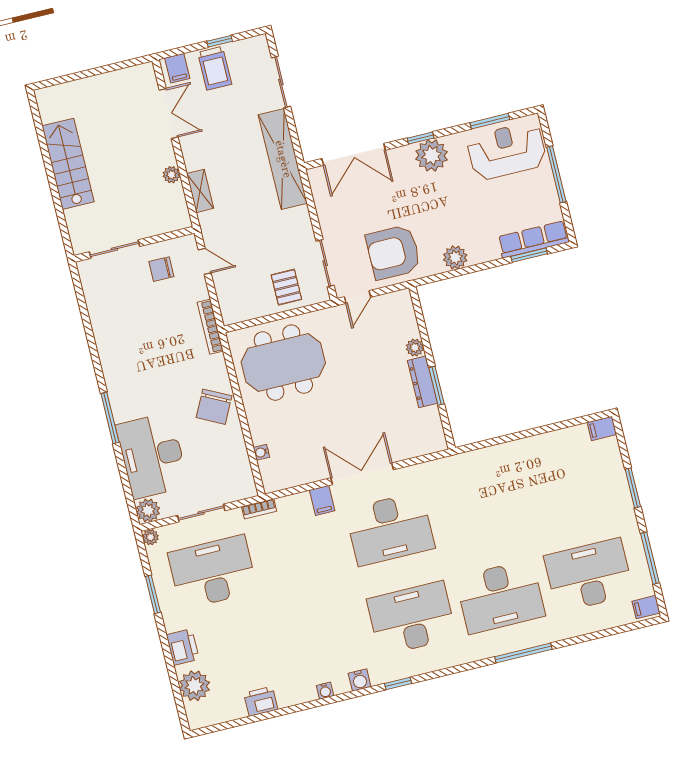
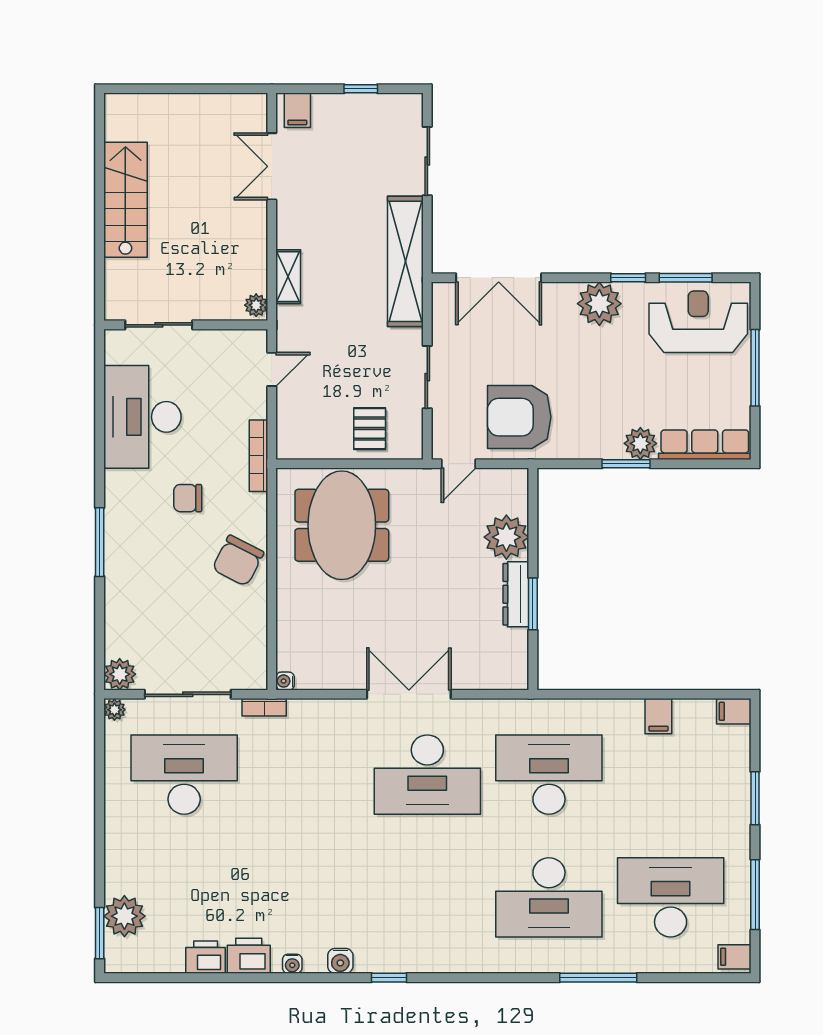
trolley: (215, 68) -> (346, 122), removed
double door: (169, 114) -> (272, 166), swing flipped
window: (420, 138) -> (628, 278), moved
plant: (171, 175) -> (256, 305), moved
window: (529, 255) -> (626, 464), moved
plant: (455, 257) -> (640, 443), moved
door: (205, 261) -> (272, 369), hinge flipped
sliding door: (325, 263) -> (427, 377), moved
chair: (161, 269) -> (188, 498), moved
plant: (415, 348) -> (506, 537), width x1.88, depth x1.88
meeting table: (283, 363) -> (342, 525), turned 90
water cooler: (261, 452) -> (285, 681), moved
desk: (152, 456) -> (142, 417), moved
filing cabinet: (322, 500) -> (658, 716), moved
sliding door: (201, 513) -> (188, 694), width x1.37
window: (153, 594) -> (100, 933), moved
desk: (412, 618) -> (549, 775), moved
printer: (183, 647) -> (249, 956), moved, turned -90
window: (523, 653) -> (598, 978), moved

